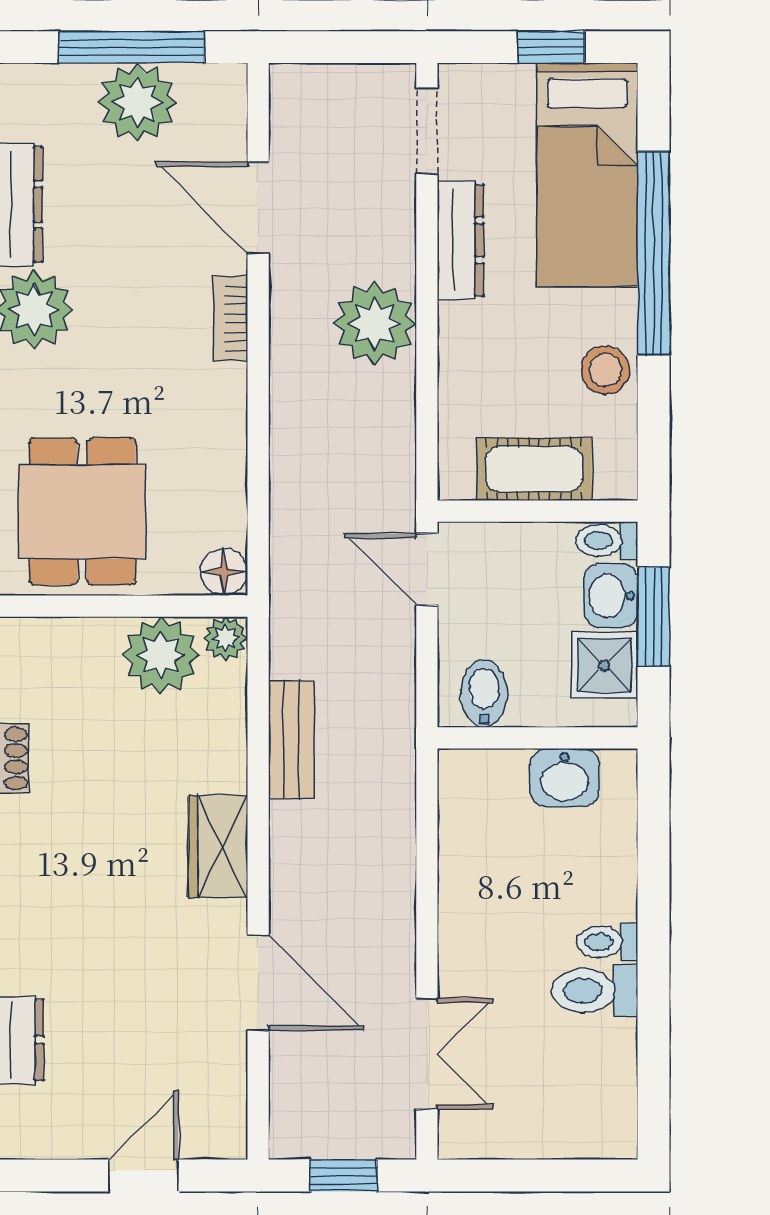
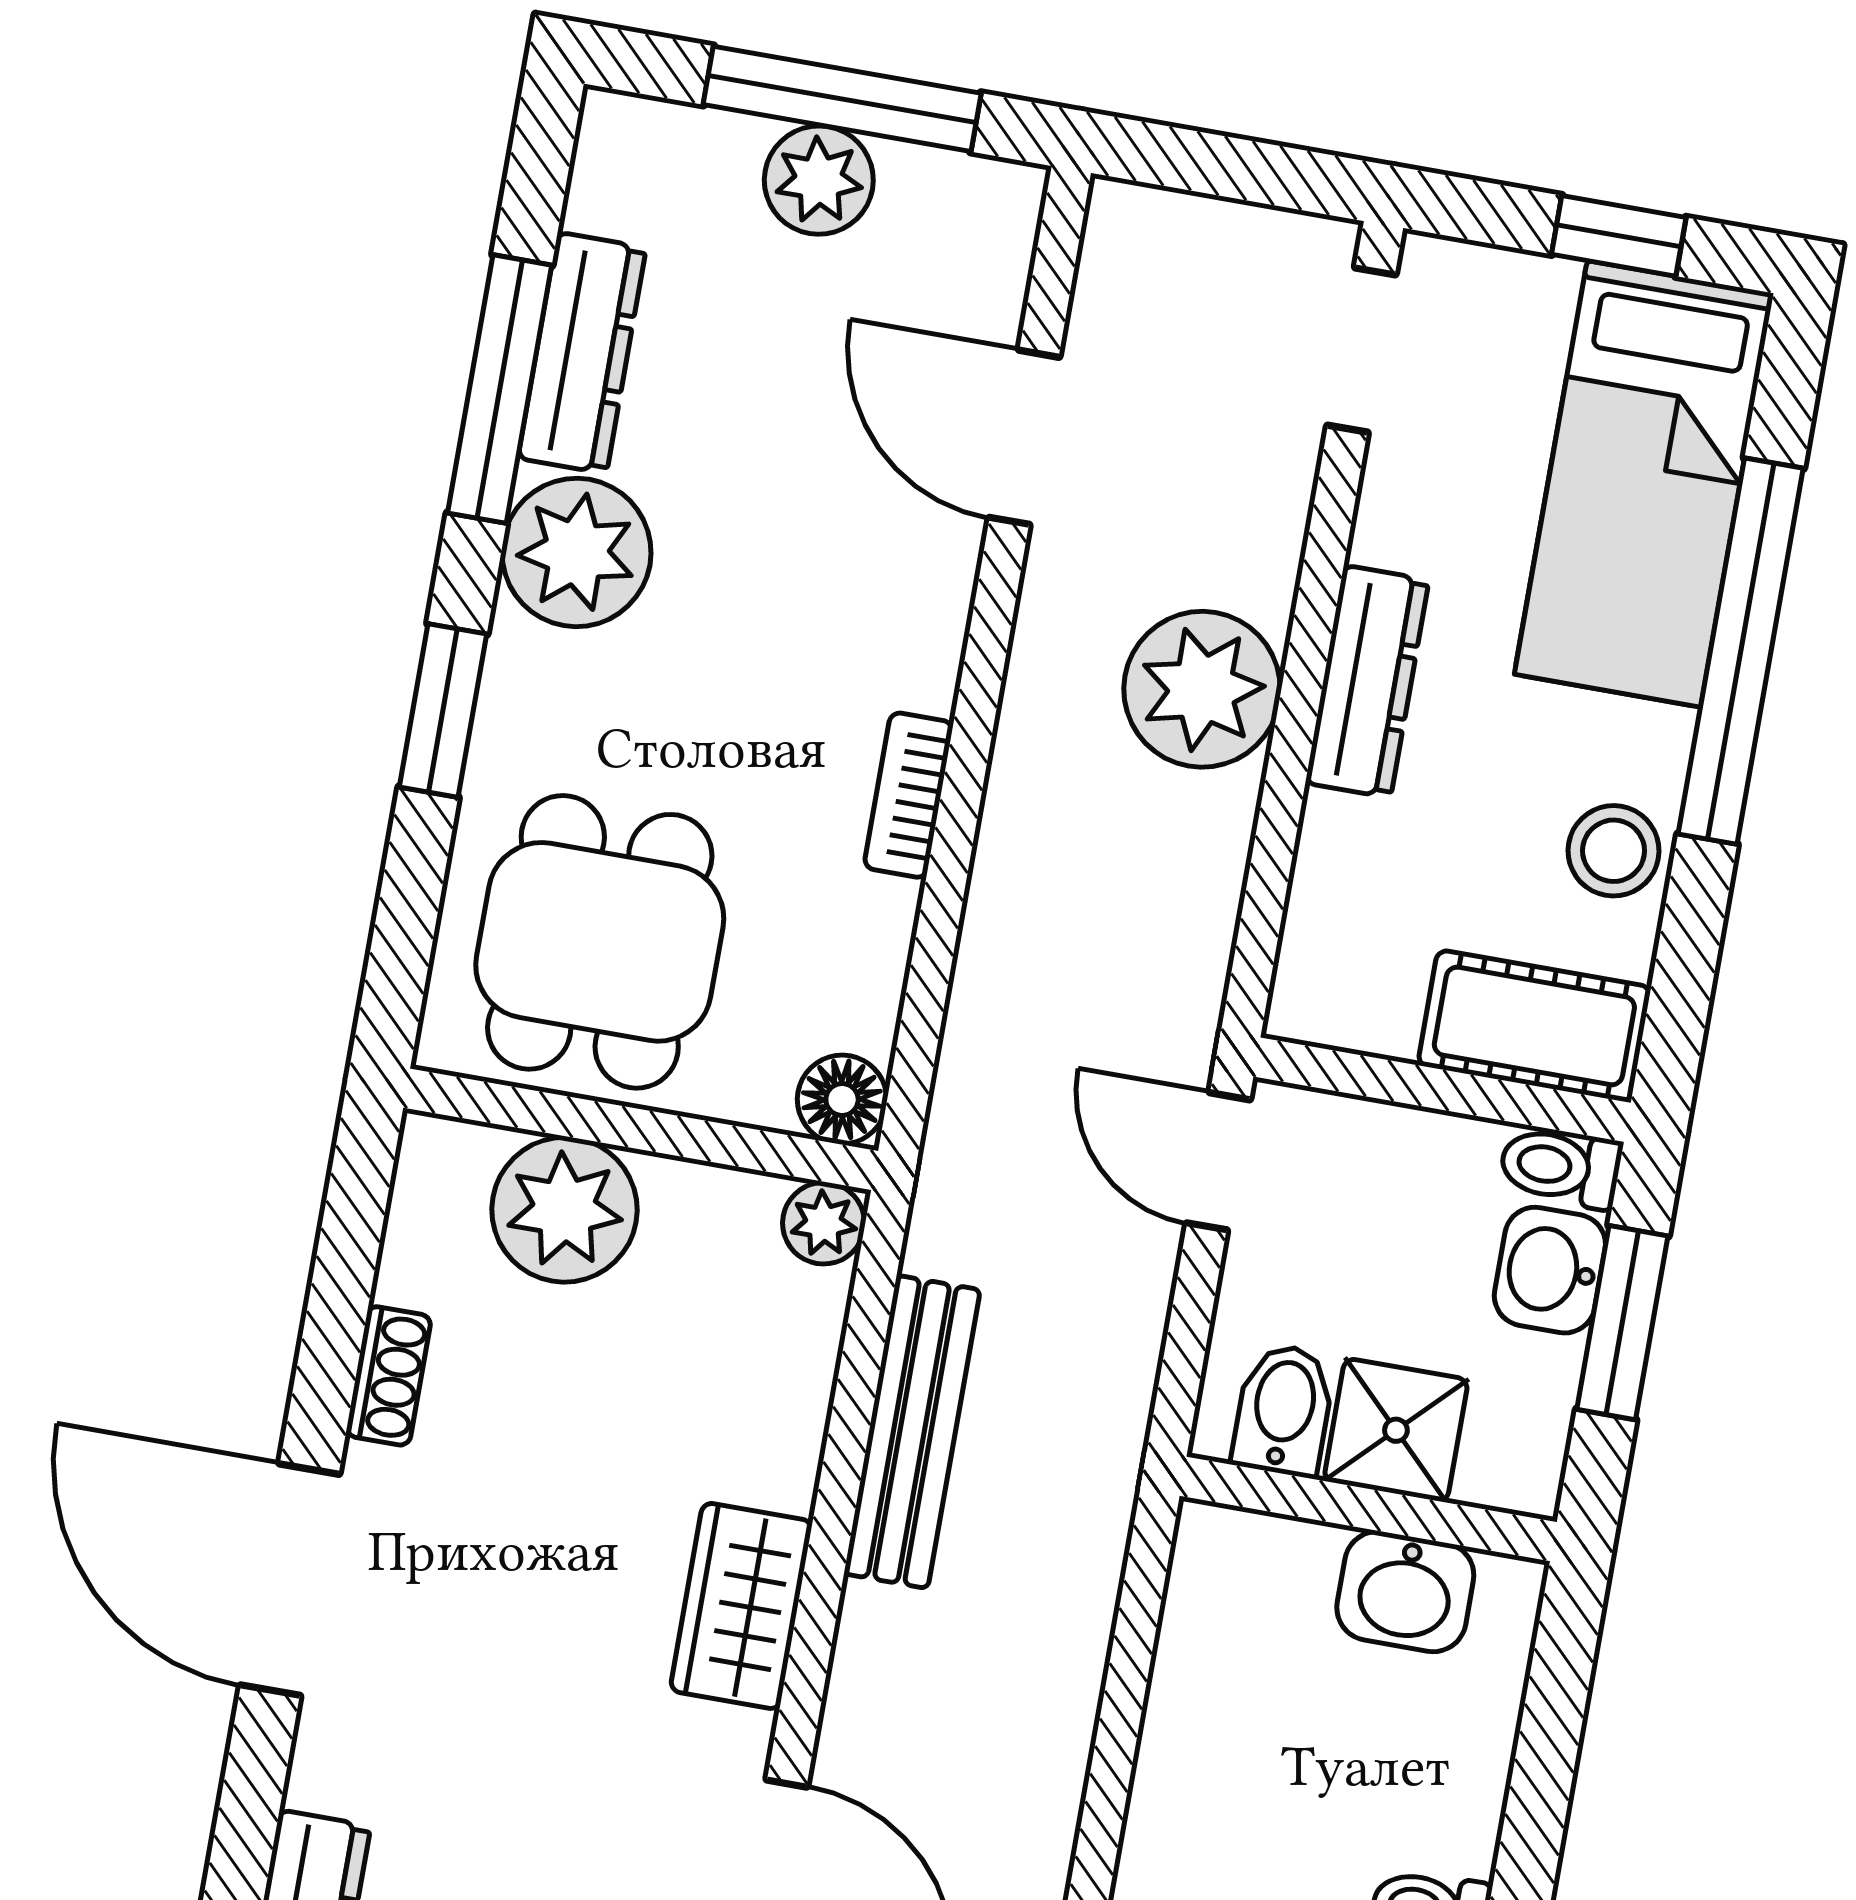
plant: (137, 102) -> (819, 180), width x0.73, depth x0.73
dresser: (460, 240) -> (1367, 682), moved
bookcase: (231, 319) -> (909, 795), moved
cot: (534, 469) -> (1534, 1026), moved
plant: (161, 655) -> (564, 1210), moved
shower: (604, 665) -> (1396, 1430), moved
bench: (291, 740) -> (912, 1432), width x1.36

